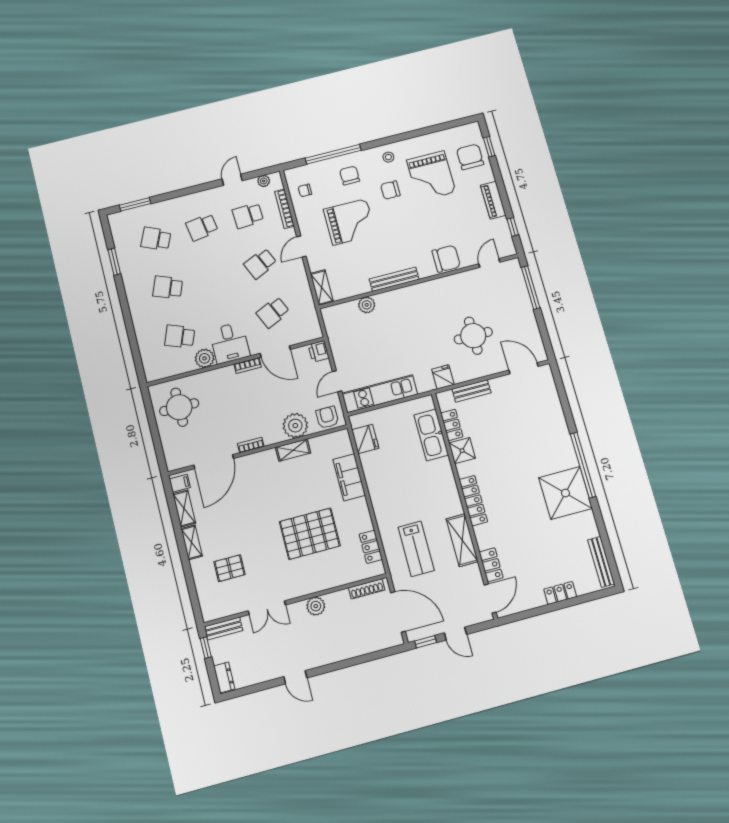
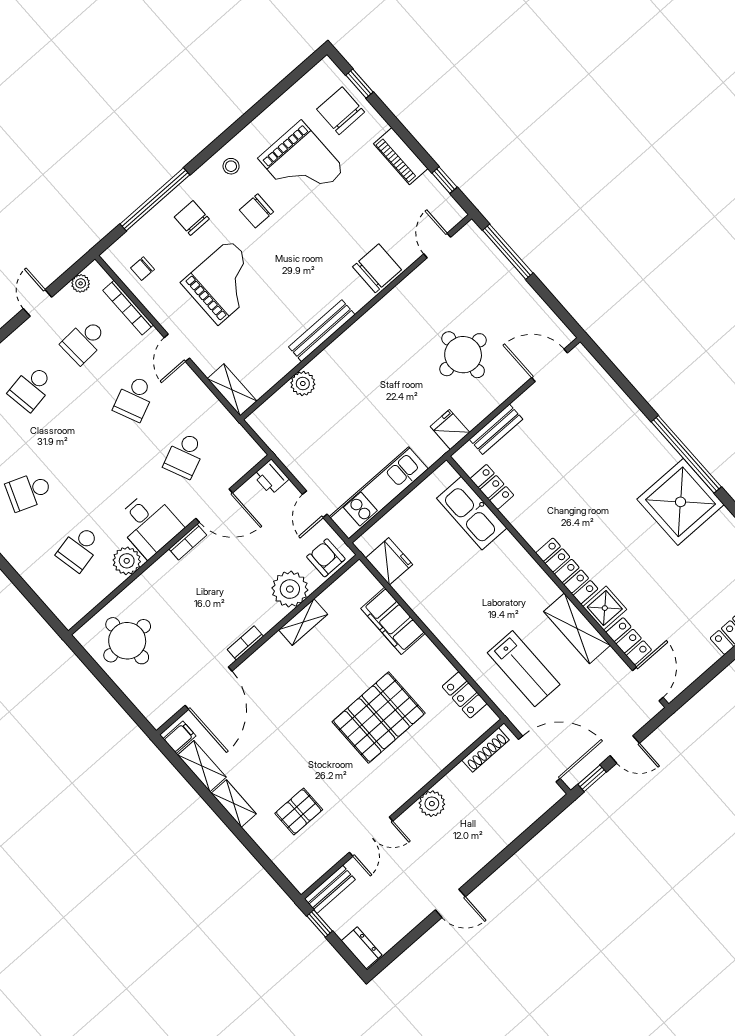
school desk: (180, 336) -> (79, 548), turned -33
shower: (462, 451) -> (605, 608), moved

